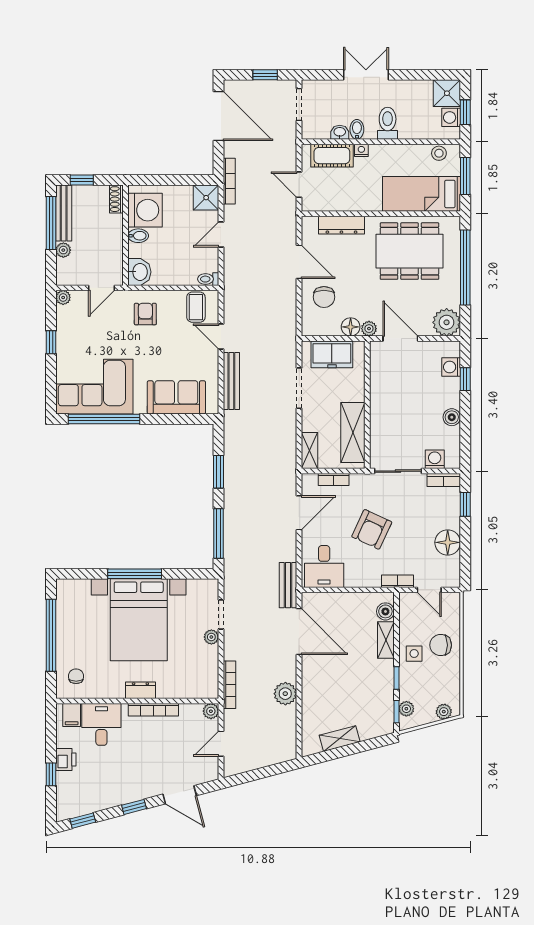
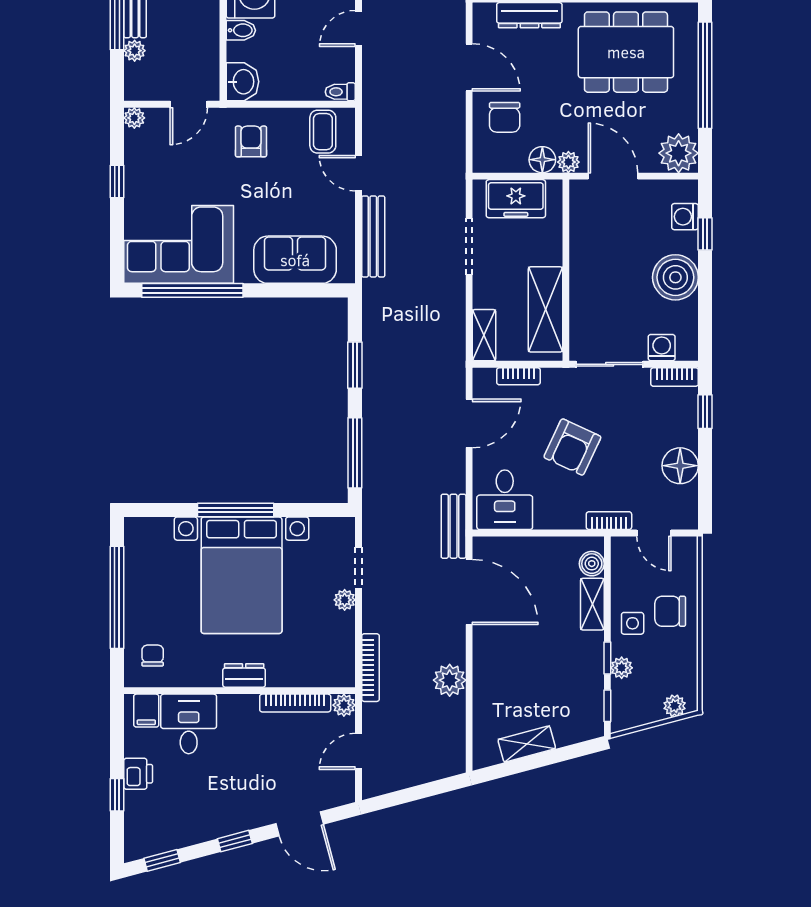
boiler: (452, 417) -> (675, 277), width x1.86, depth x1.86
plant: (406, 709) -> (622, 668), moved
bookcase: (153, 710) -> (295, 703), moved

